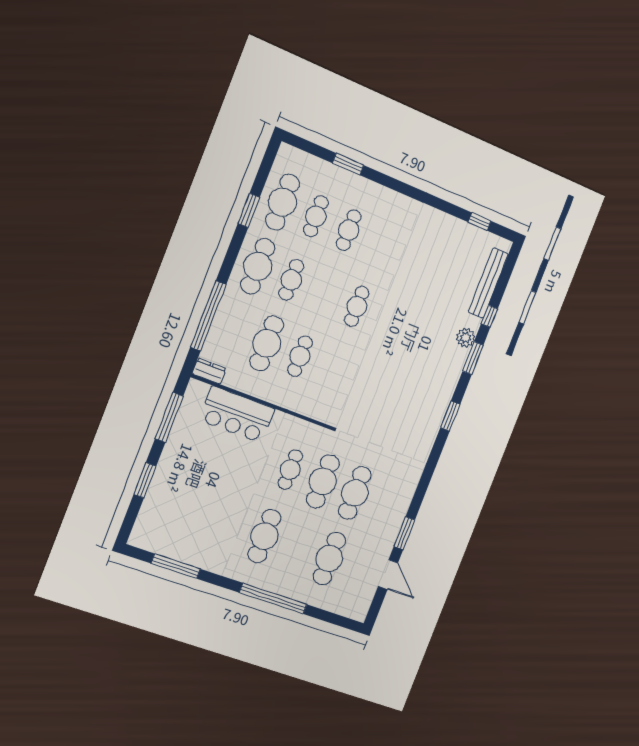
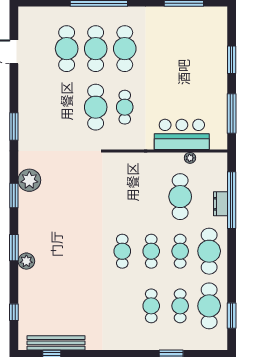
window: (249, 210) -> (232, 316), moved
bench: (488, 283) -> (56, 343), moved, turned 90
window: (489, 316) -> (14, 312), moved
cafe table: (300, 356) -> (151, 251), moved
dresser: (209, 371) -> (220, 204), moved, turned 90
plant: (238, 384) -> (190, 158), added
plant: (427, 427) -> (29, 180), added
cafe table: (355, 493) -> (96, 49), moved
window: (404, 533) -> (14, 127), moved

